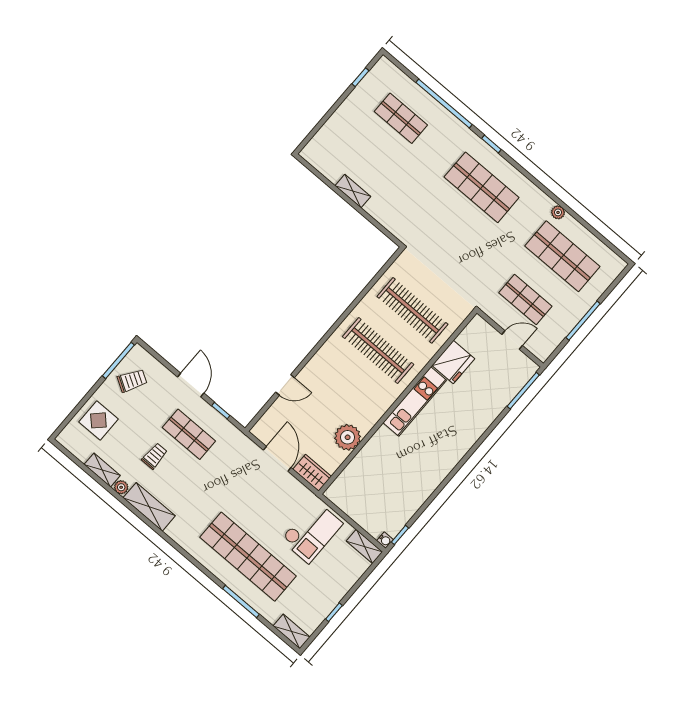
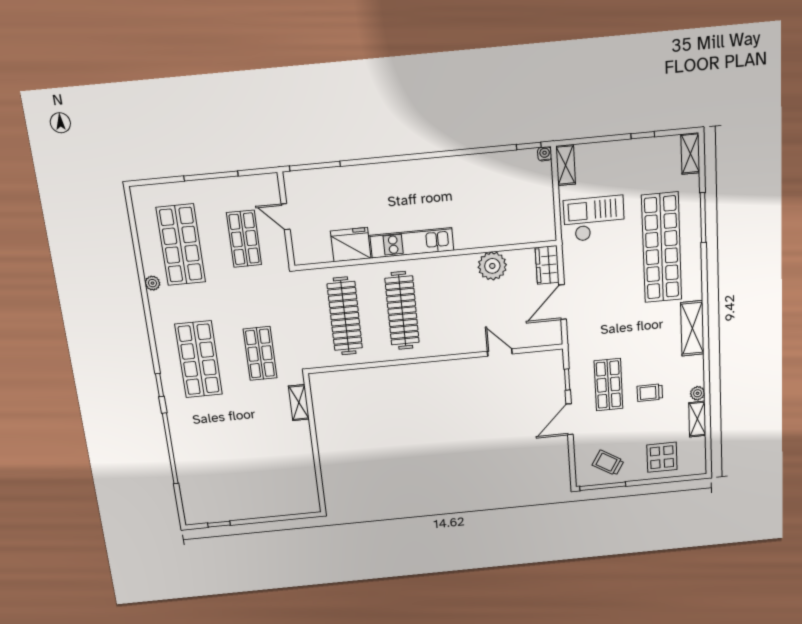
shop shelf: (401, 118) -> (260, 353), moved
shelving: (353, 191) -> (299, 403), moved
shelving: (149, 507) -> (692, 328), moved

